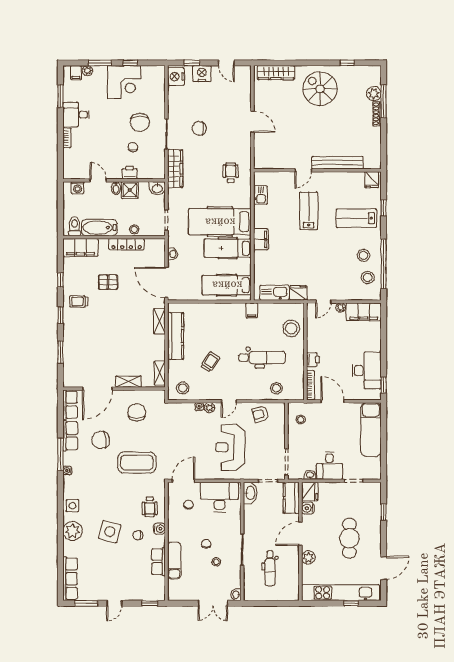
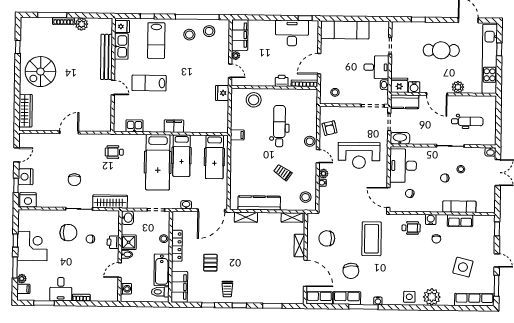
plant: (374, 94) -> (82, 24), moved
kitchen sink: (274, 293) -> (121, 46), moved, turned 180
stool: (276, 388) -> (310, 141), moved
side table: (110, 532) -> (463, 267), moved

